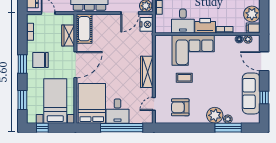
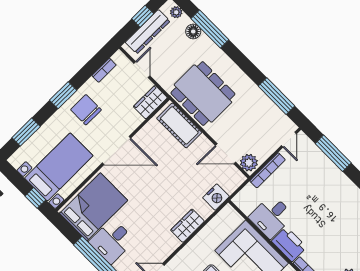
nightstand: (146, 24) -> (216, 197), moved
cot: (84, 29) -> (179, 125), moved, turned 90
wardrobe: (68, 36) -> (150, 102), moved
wardrobe: (147, 72) -> (187, 226), width x0.67
window: (42, 128) -> (35, 198), moved

